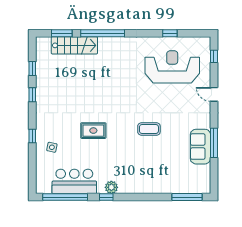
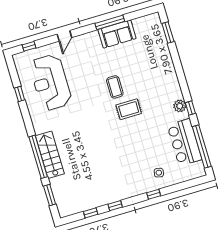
stairs: (74, 45) -> (50, 155), moved
rug: (93, 131) -> (129, 109), moved, turned 90
window: (187, 197) -> (168, 33), width x0.69

